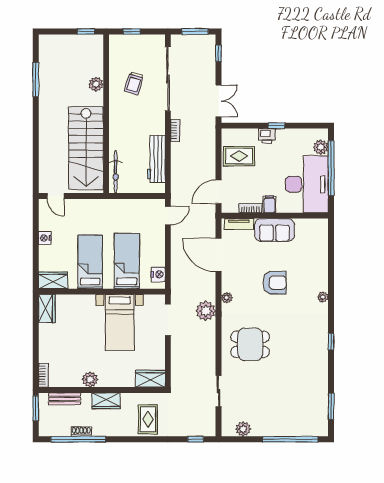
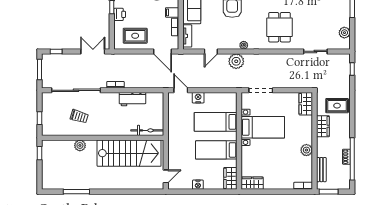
rug: (239, 156) -> (135, 36), turned 90
workbench: (156, 159) -> (132, 99), width x0.73
door: (219, 255) -> (211, 51), width x0.53
nightstand: (158, 274) -> (198, 98), moved
plant: (206, 311) -> (236, 61), moved
wardrobe: (106, 401) -> (323, 126), moved

